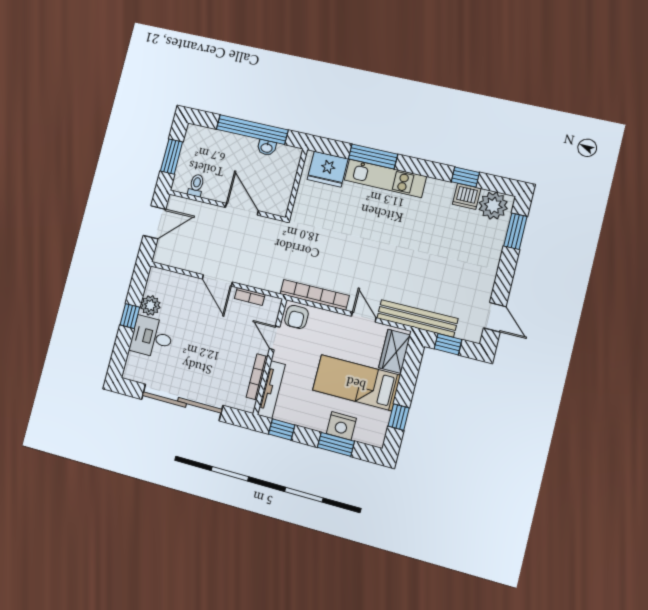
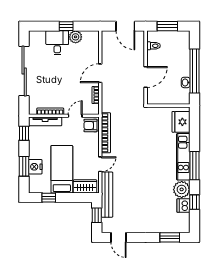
window: (373, 157) -> (194, 166), moved
plant: (493, 206) -> (182, 189), moved
door: (495, 317) -> (118, 237), hinge flipped

